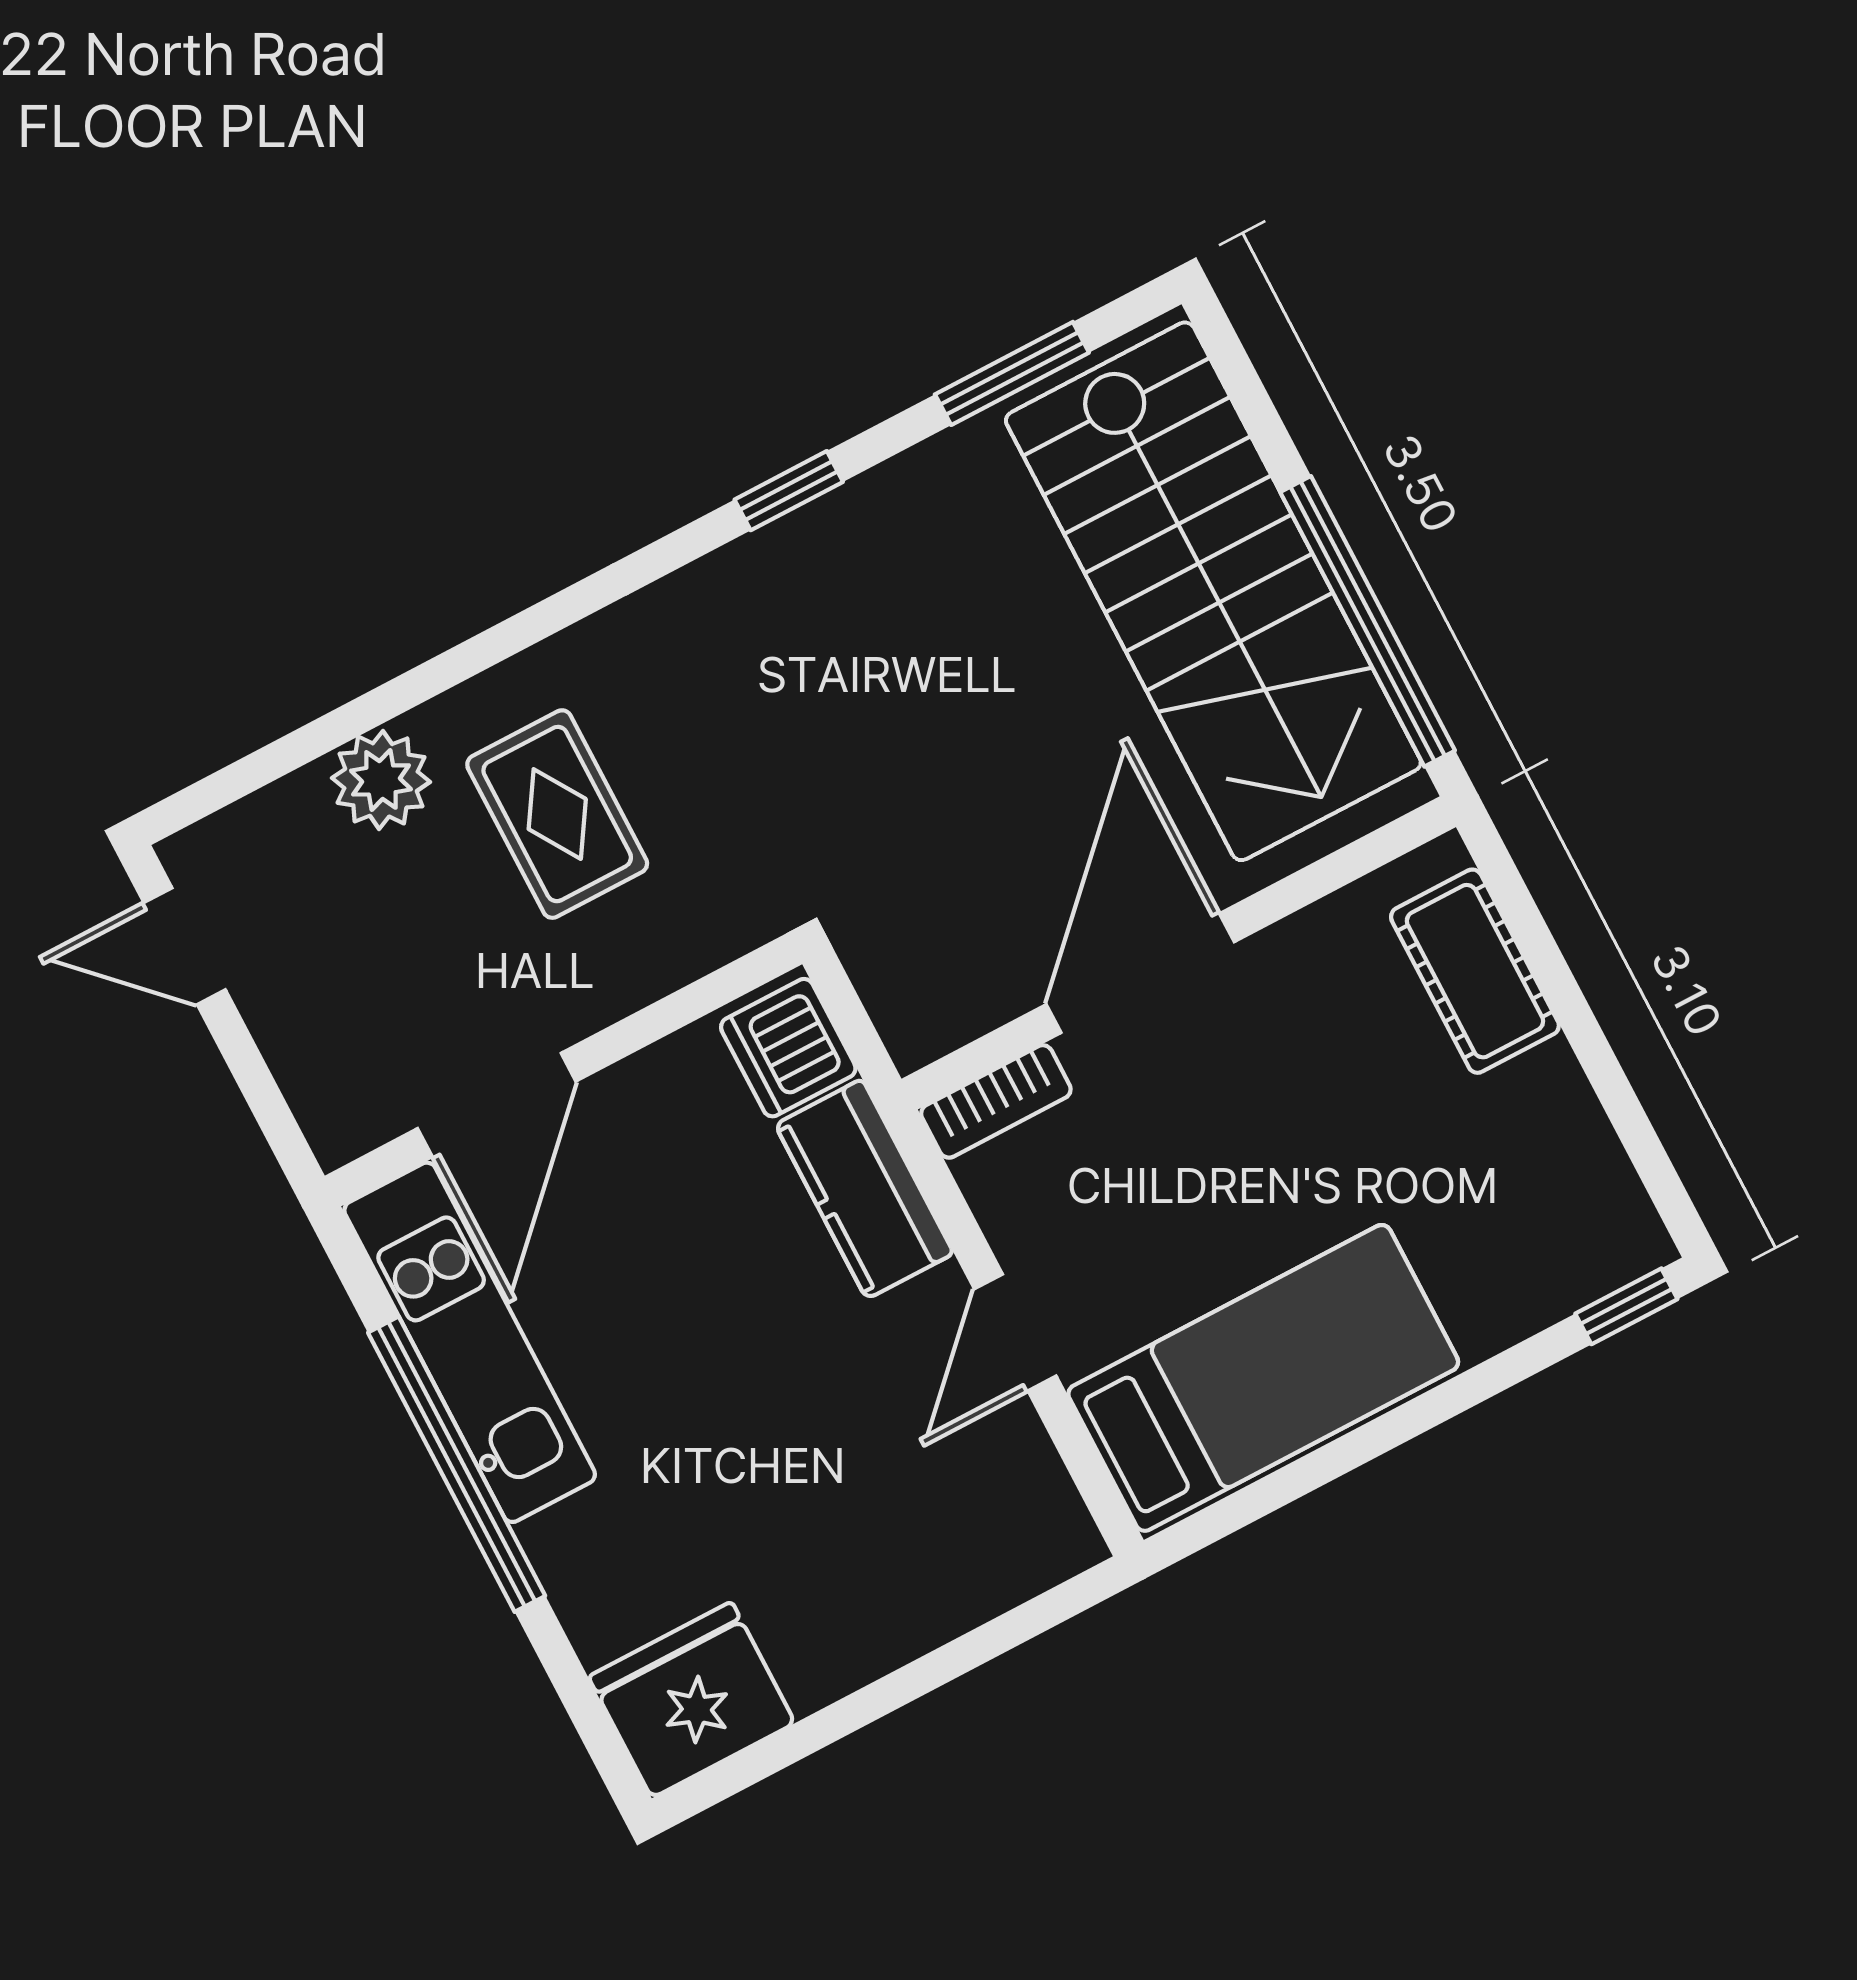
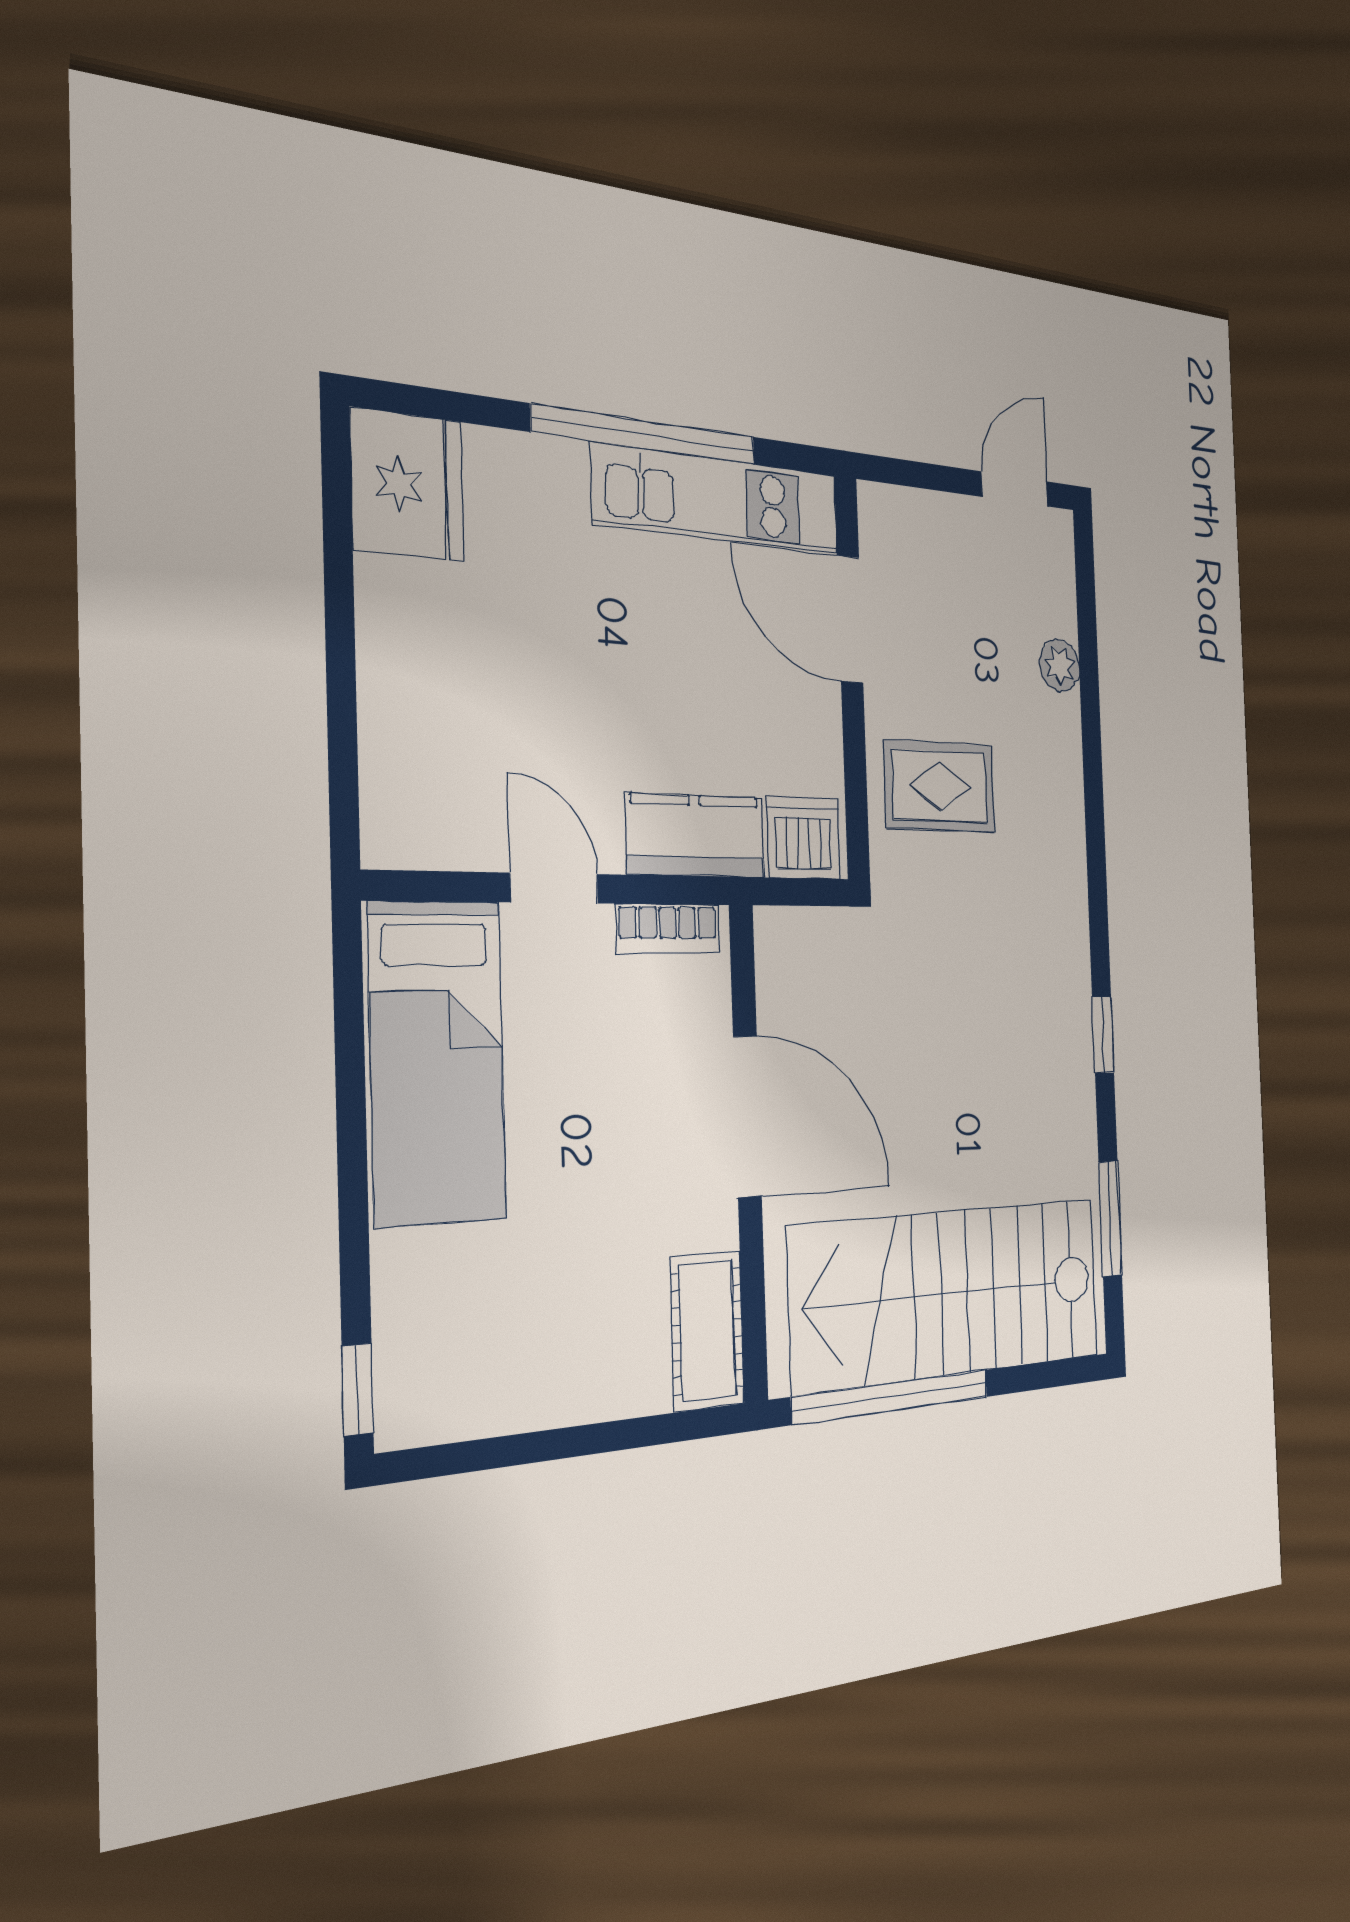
plant: (381, 780) -> (1060, 666), width x0.73, depth x0.73
rug: (557, 814) -> (940, 786), moved
cot: (1475, 971) -> (707, 1331), moved, turned 90
bookcase: (996, 1101) -> (668, 928), moved, turned -90

